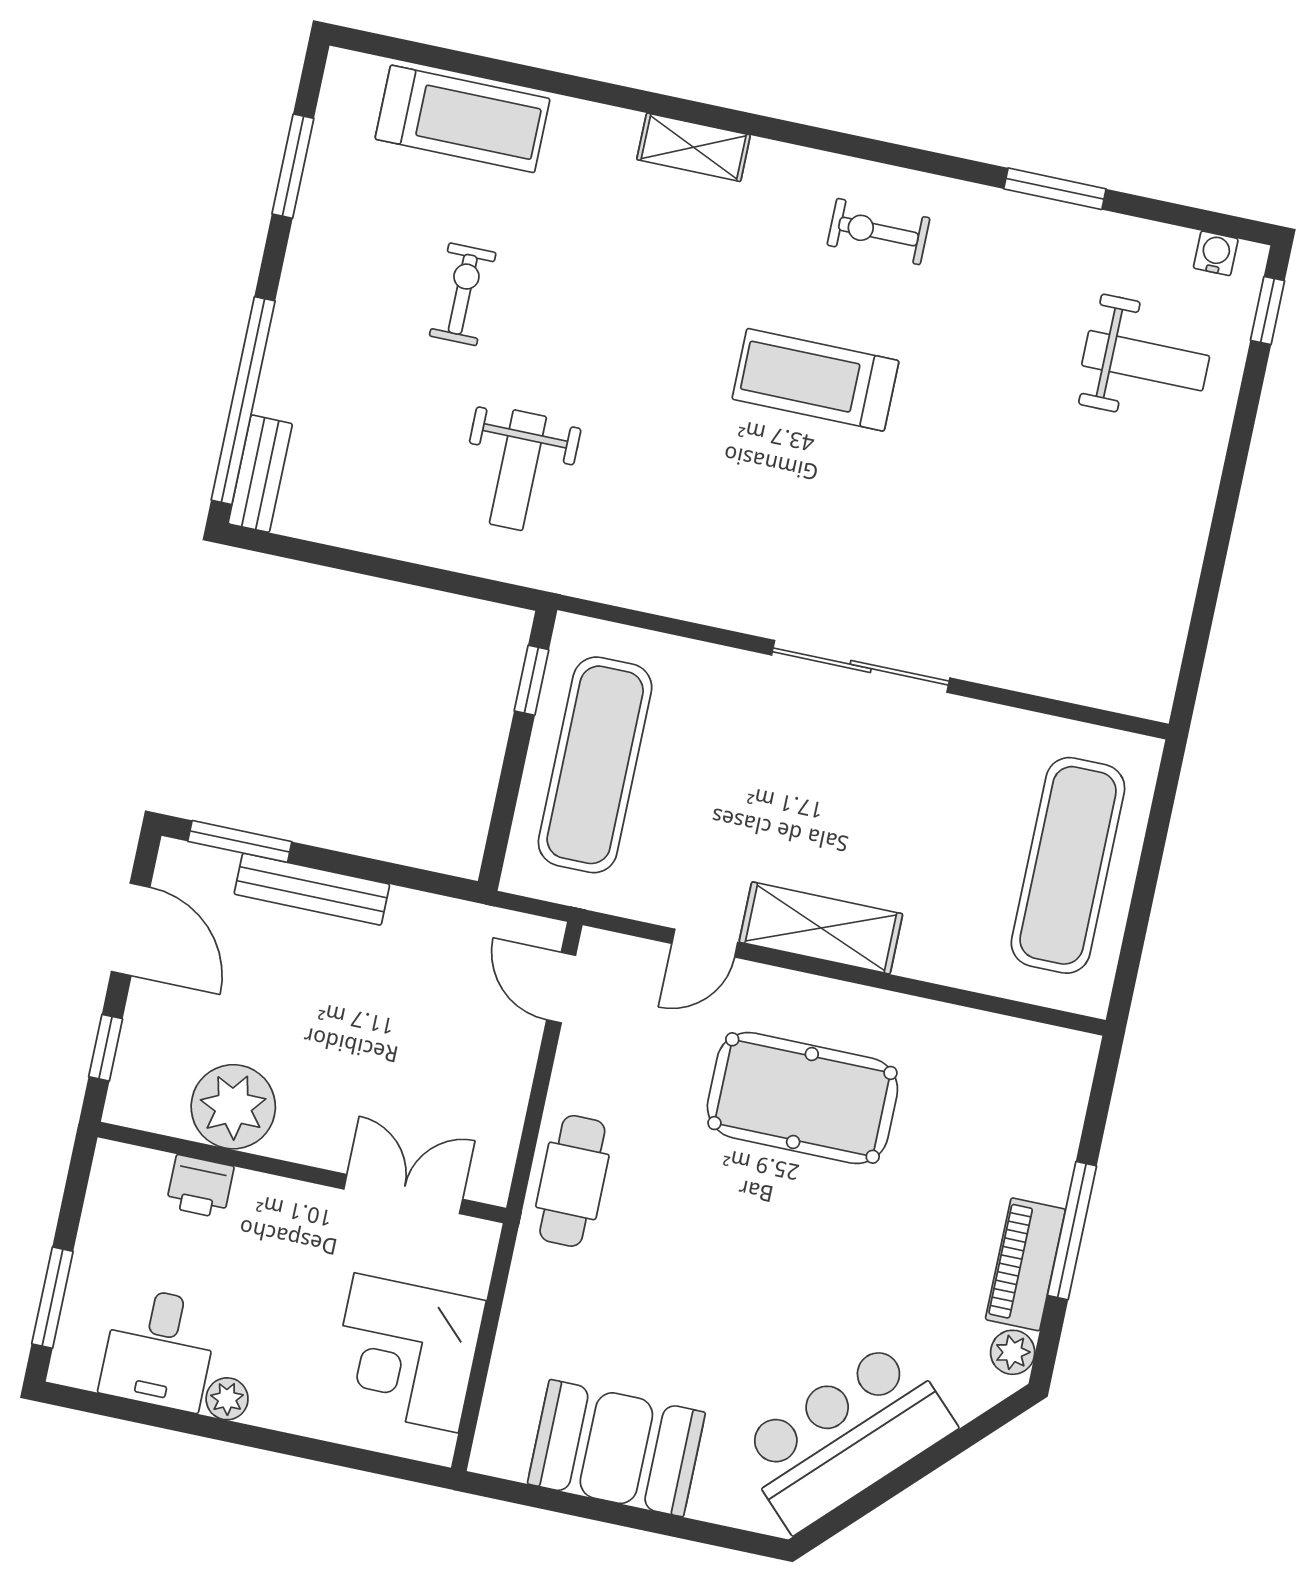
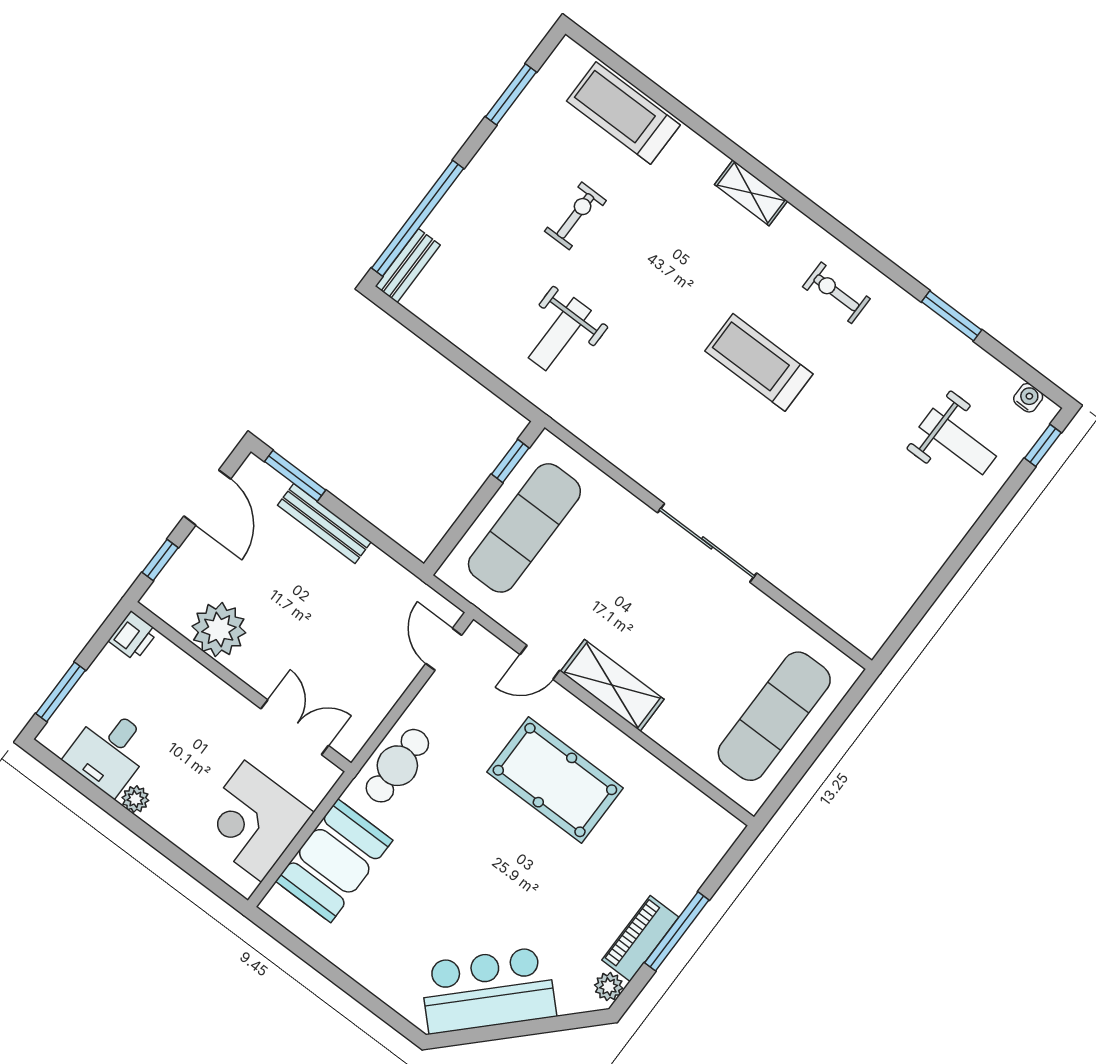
treadmill: (462, 119) -> (623, 113), turned 180
printer: (200, 1187) -> (133, 636), moved, turned -90
booth: (616, 1448) -> (334, 861), moved, turned 90

